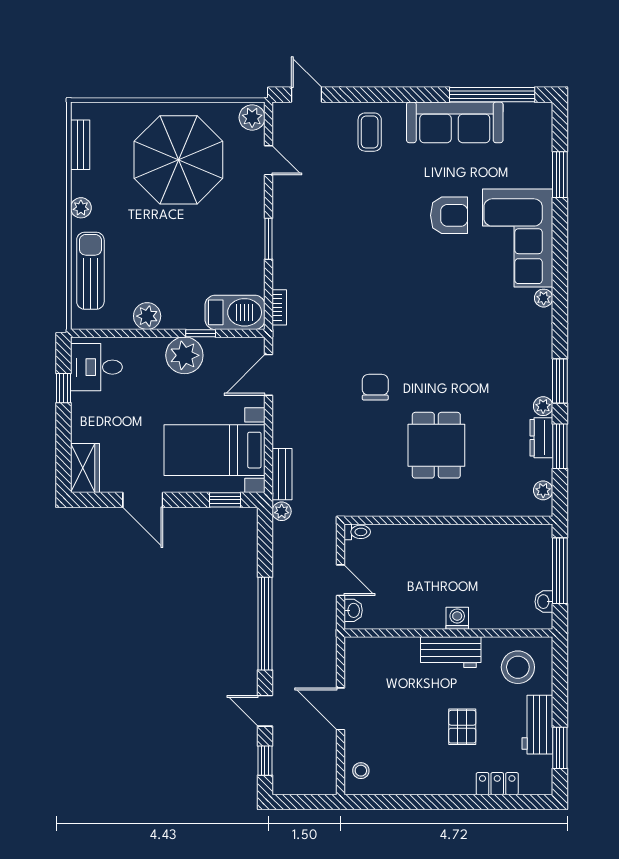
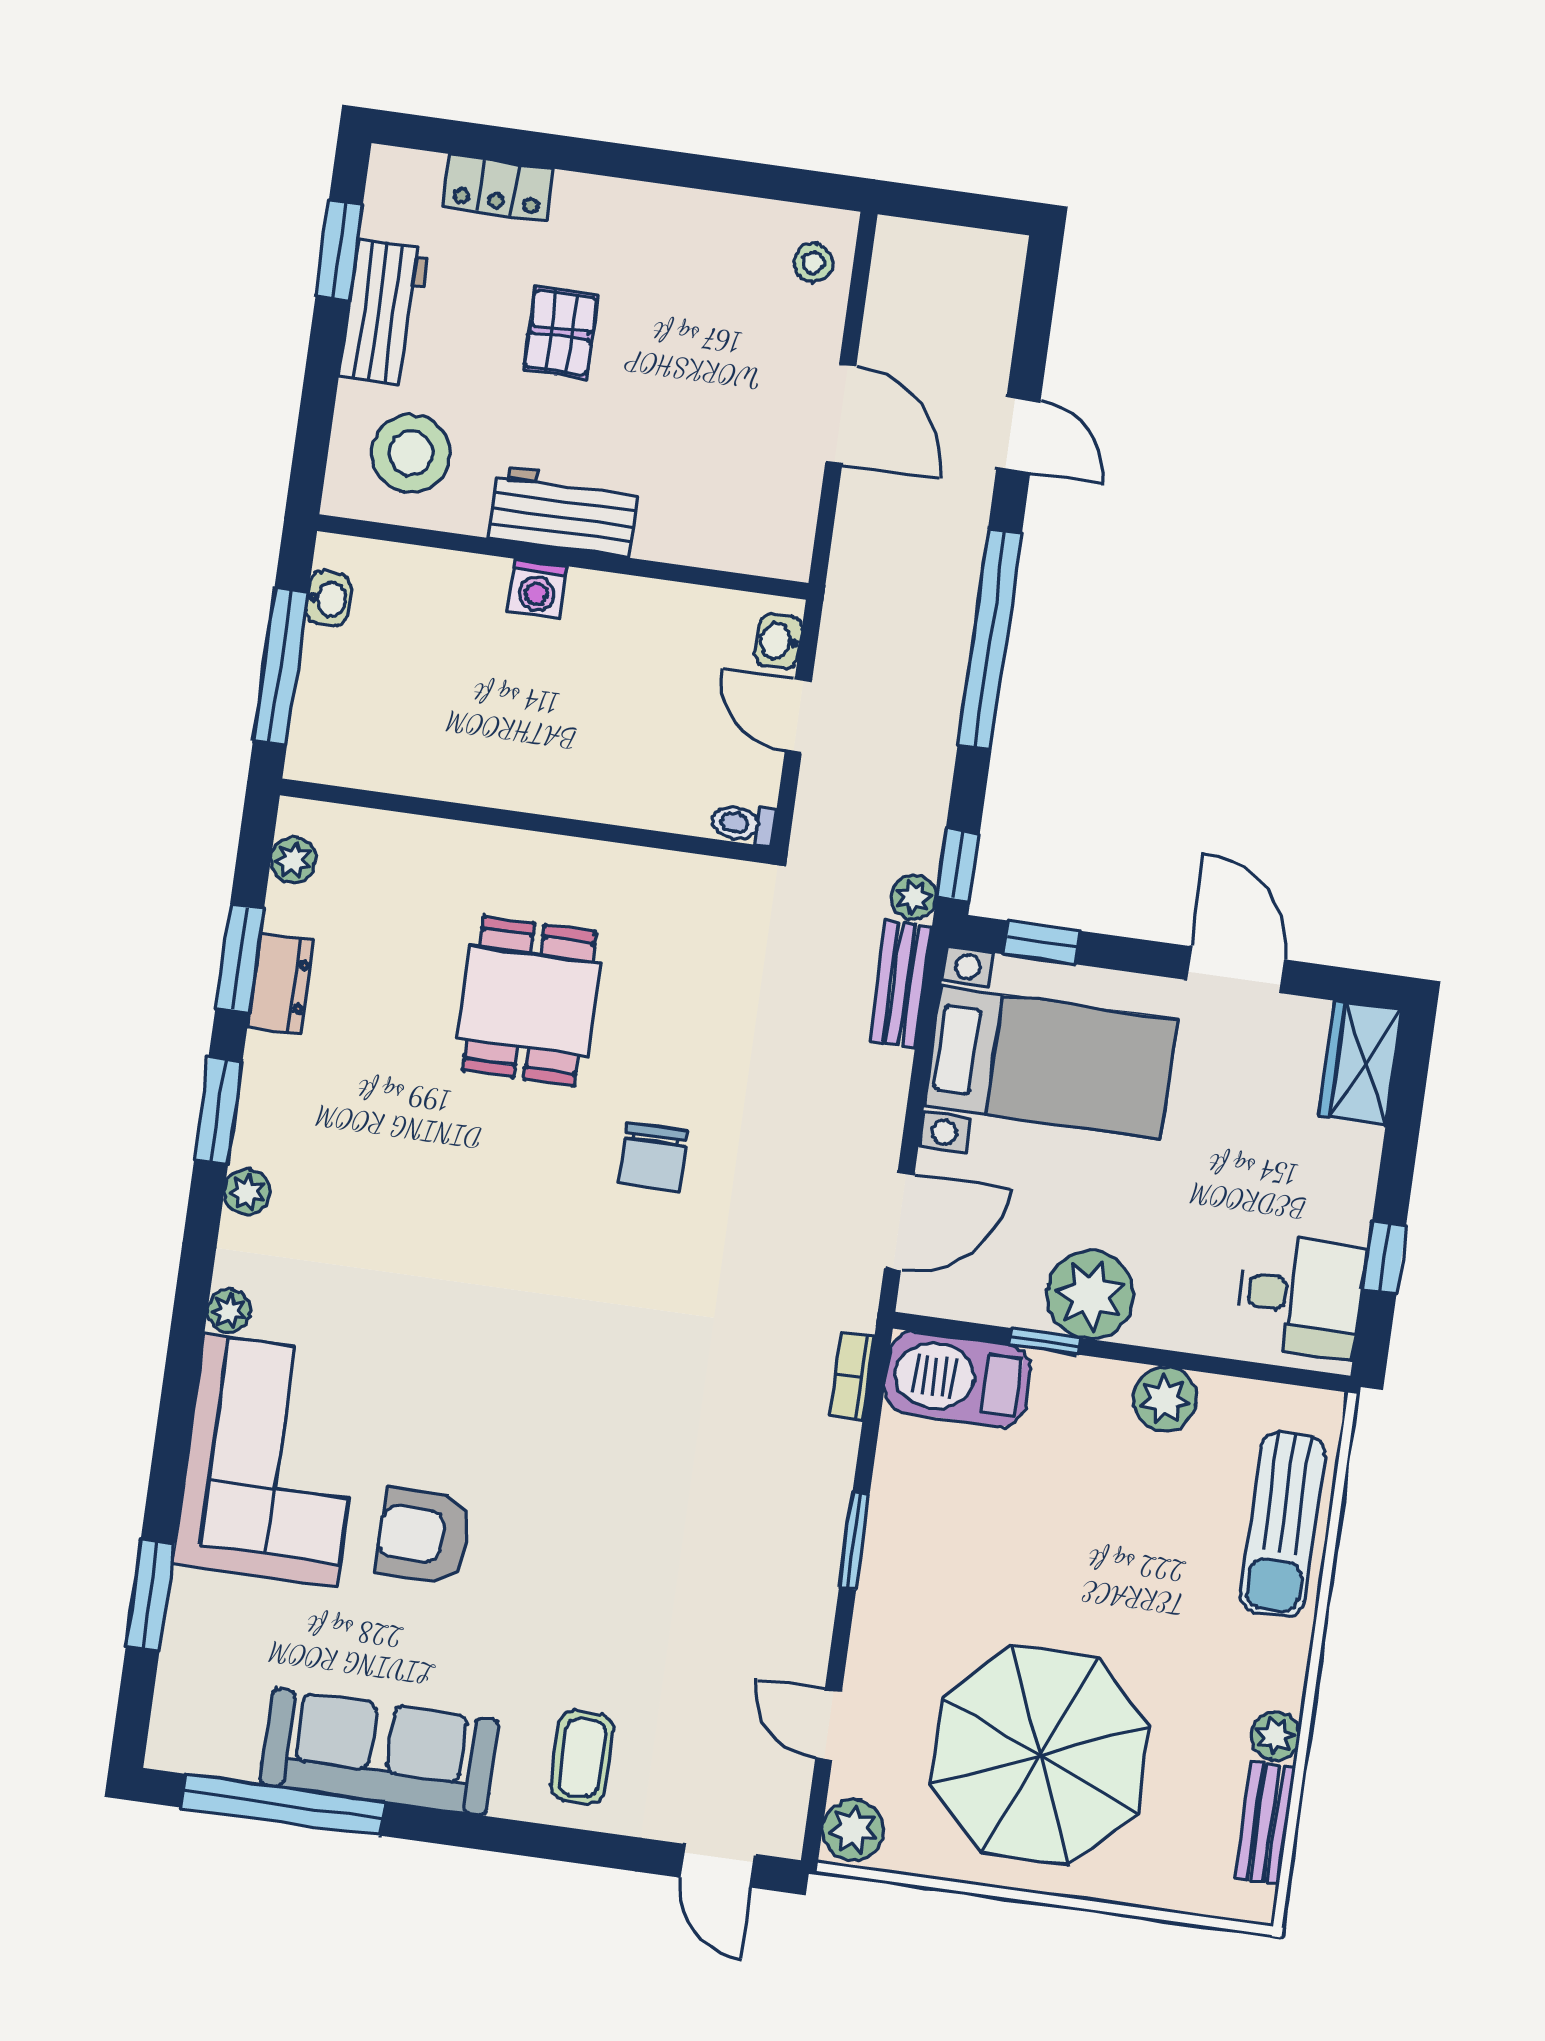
plant: (81, 208) -> (1276, 1736), moved
plant: (543, 406) -> (247, 1192), moved
window: (265, 761) -> (958, 865), moved

